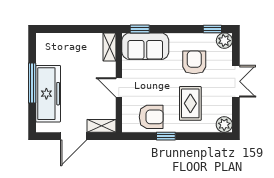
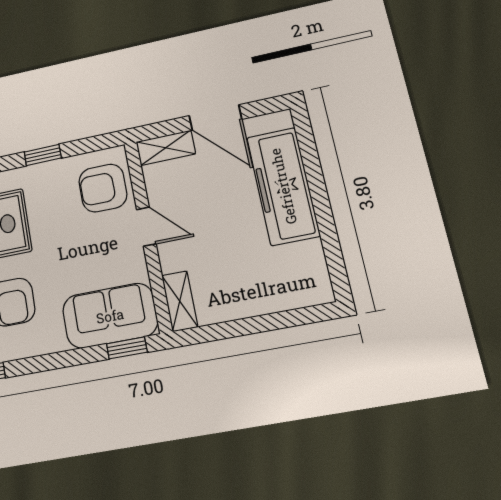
window: (32, 83) -> (320, 200), removed
armchair: (151, 117) -> (103, 188), moved
door: (74, 136) -> (215, 117), swing flipped

